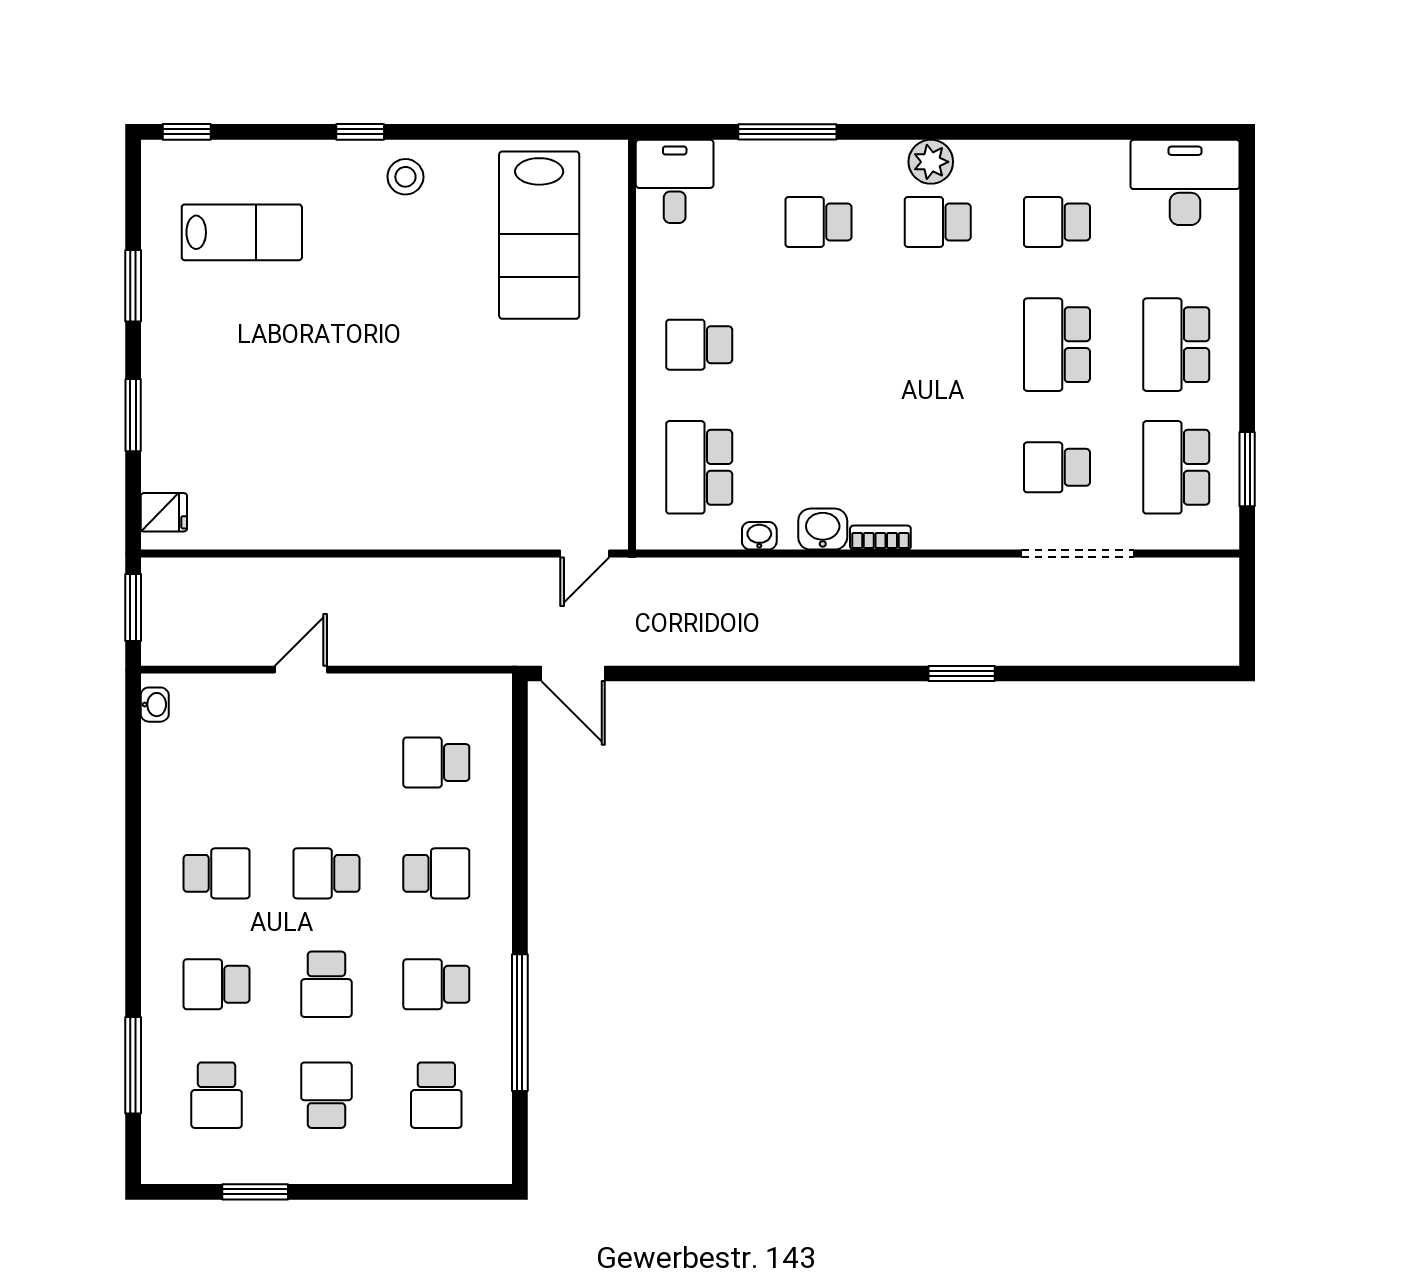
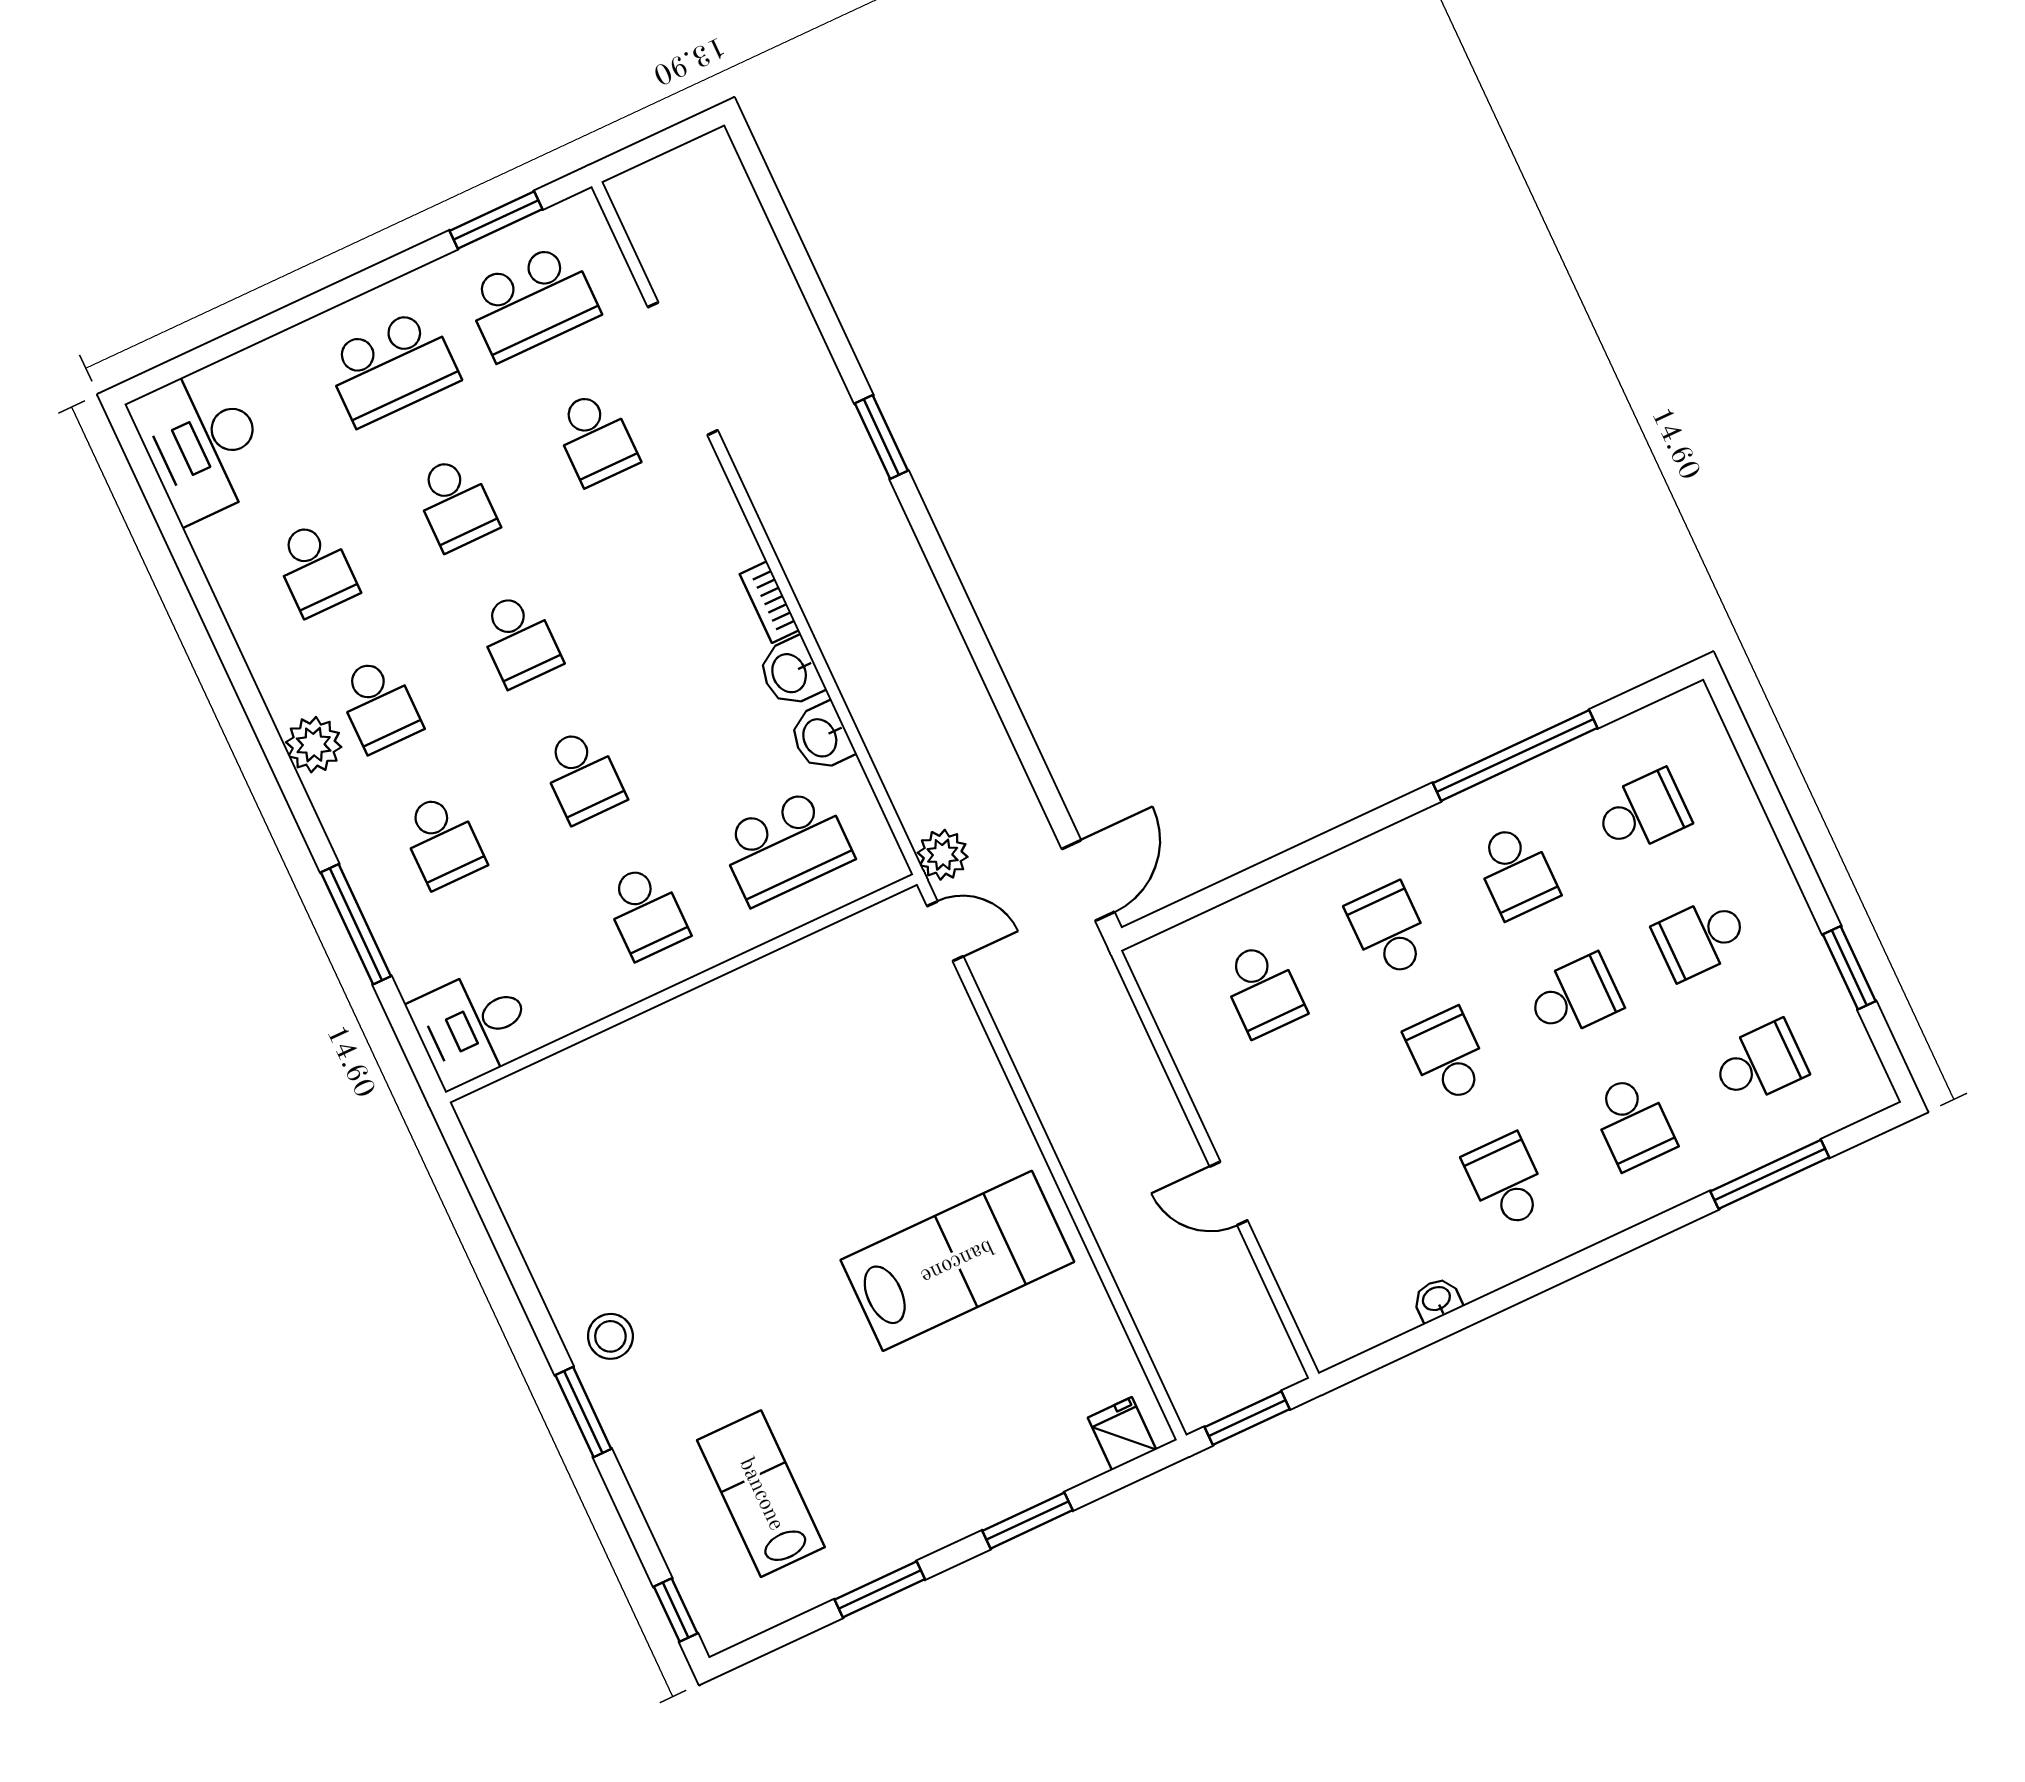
window: (360, 132) -> (583, 1412), width x1.50
lab bench: (539, 235) -> (957, 1261), moved
school desk: (818, 345) -> (582, 776), added
school desk: (938, 345) -> (519, 639), added
school desk: (1057, 345) -> (455, 503), width x0.54
washbasin: (759, 536) -> (821, 737), width x1.38, depth x1.45
plant: (641, 577) -> (943, 855), added
washbasin: (155, 705) -> (1437, 1300), moved
school desk: (326, 873) -> (1448, 1056), turned 180

